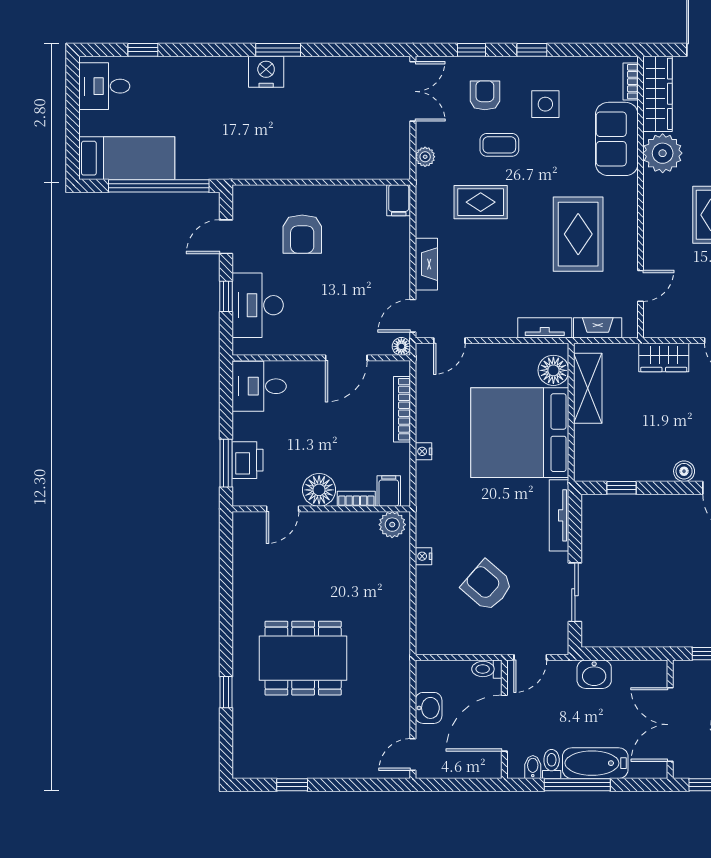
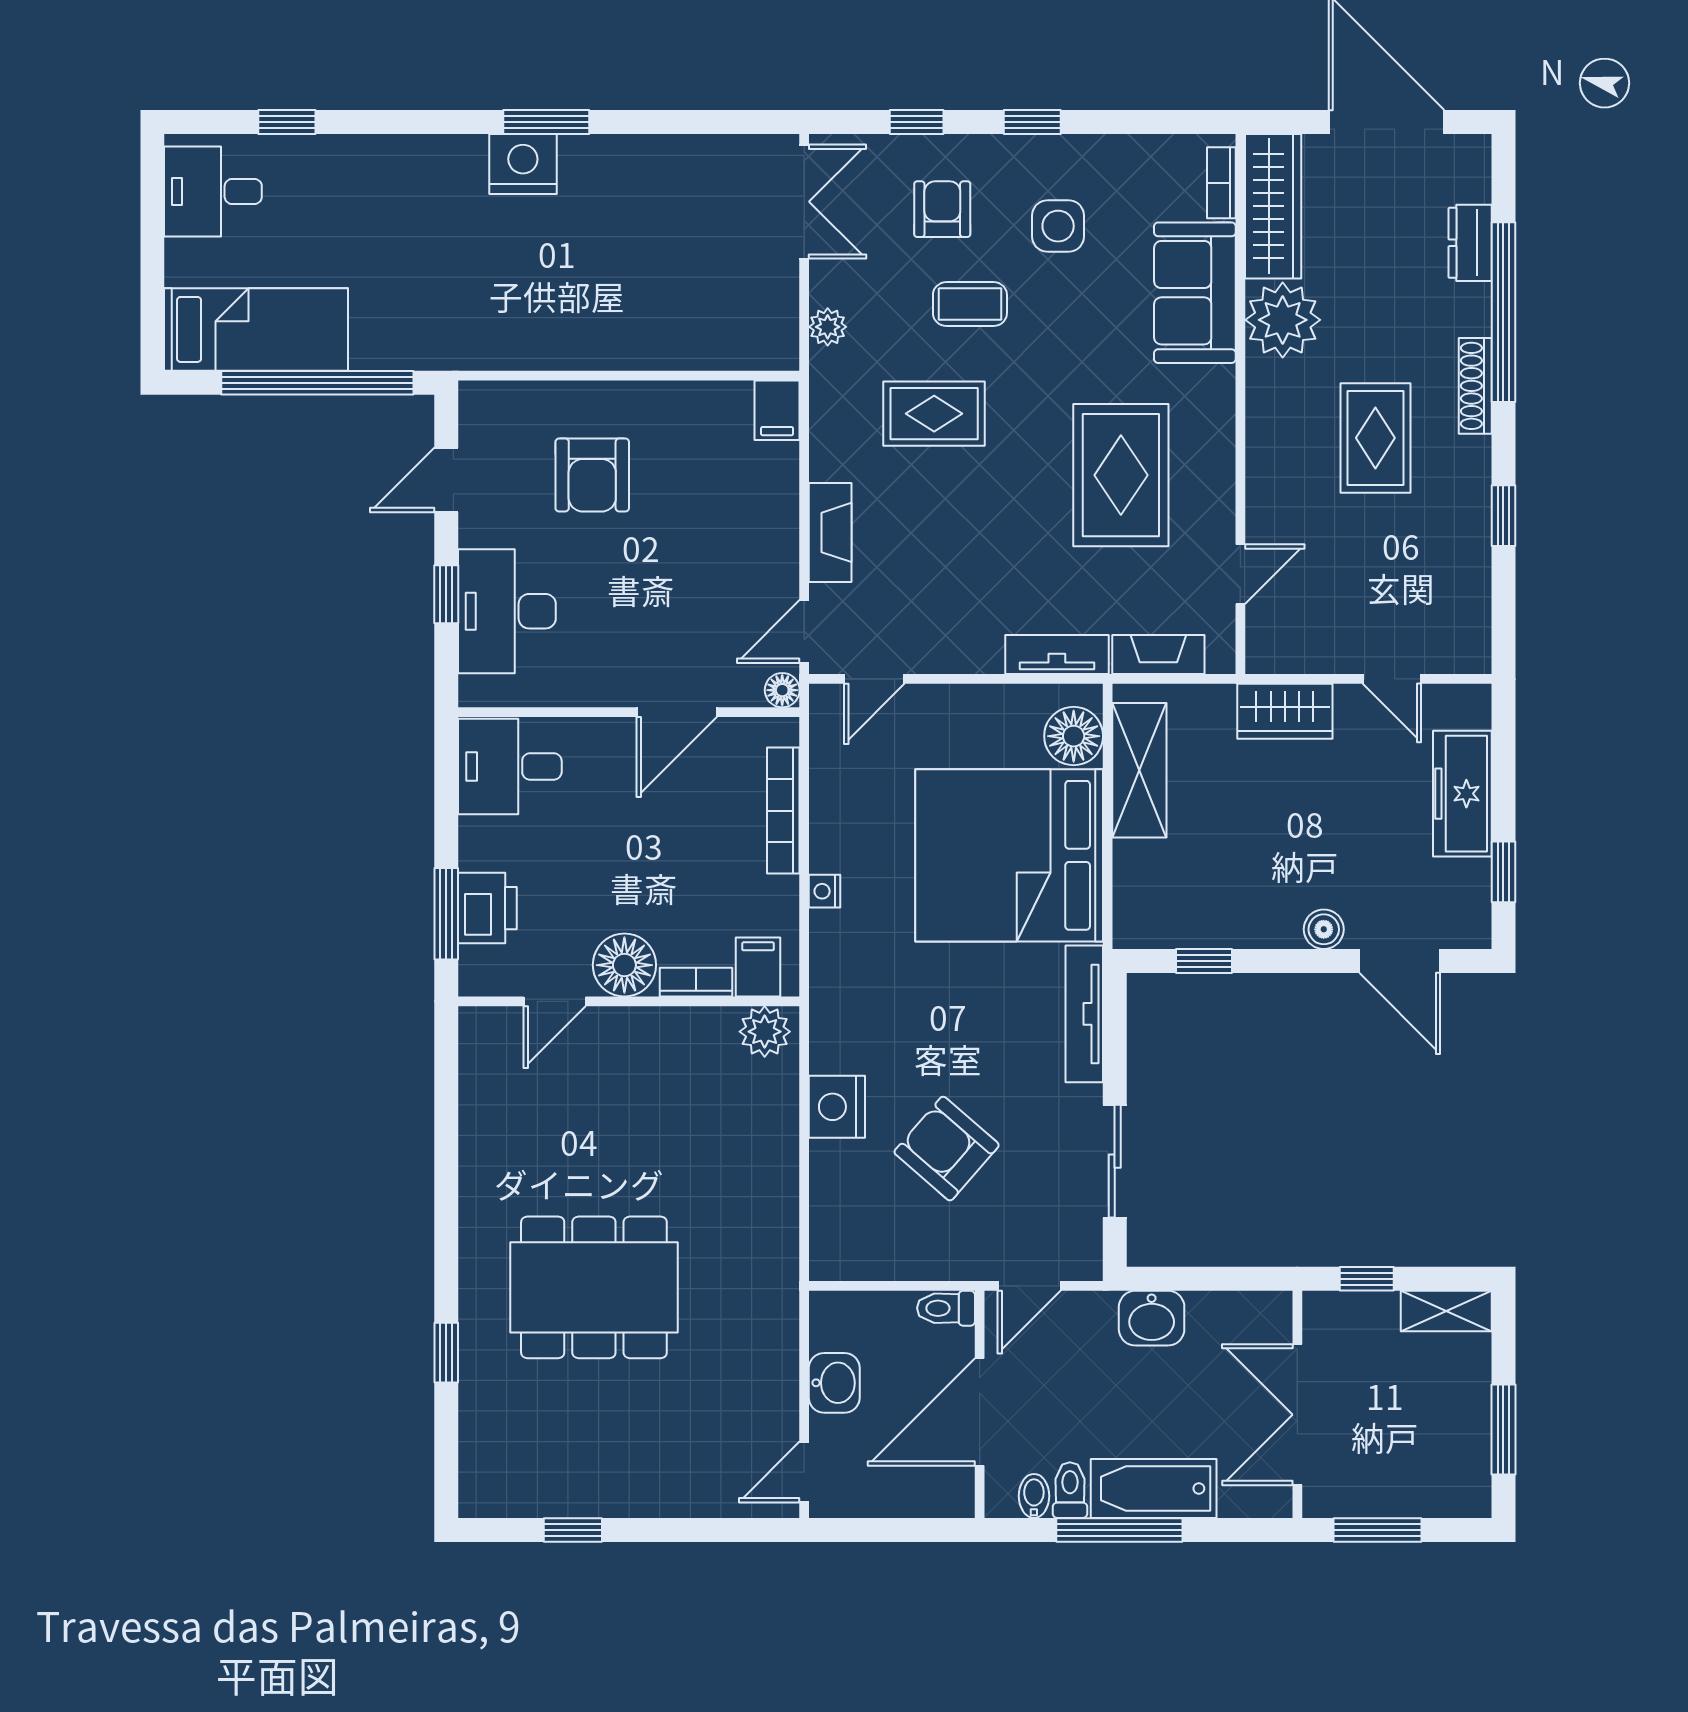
nightstand: (423, 556) -> (837, 1107), width x1.89, depth x1.79

